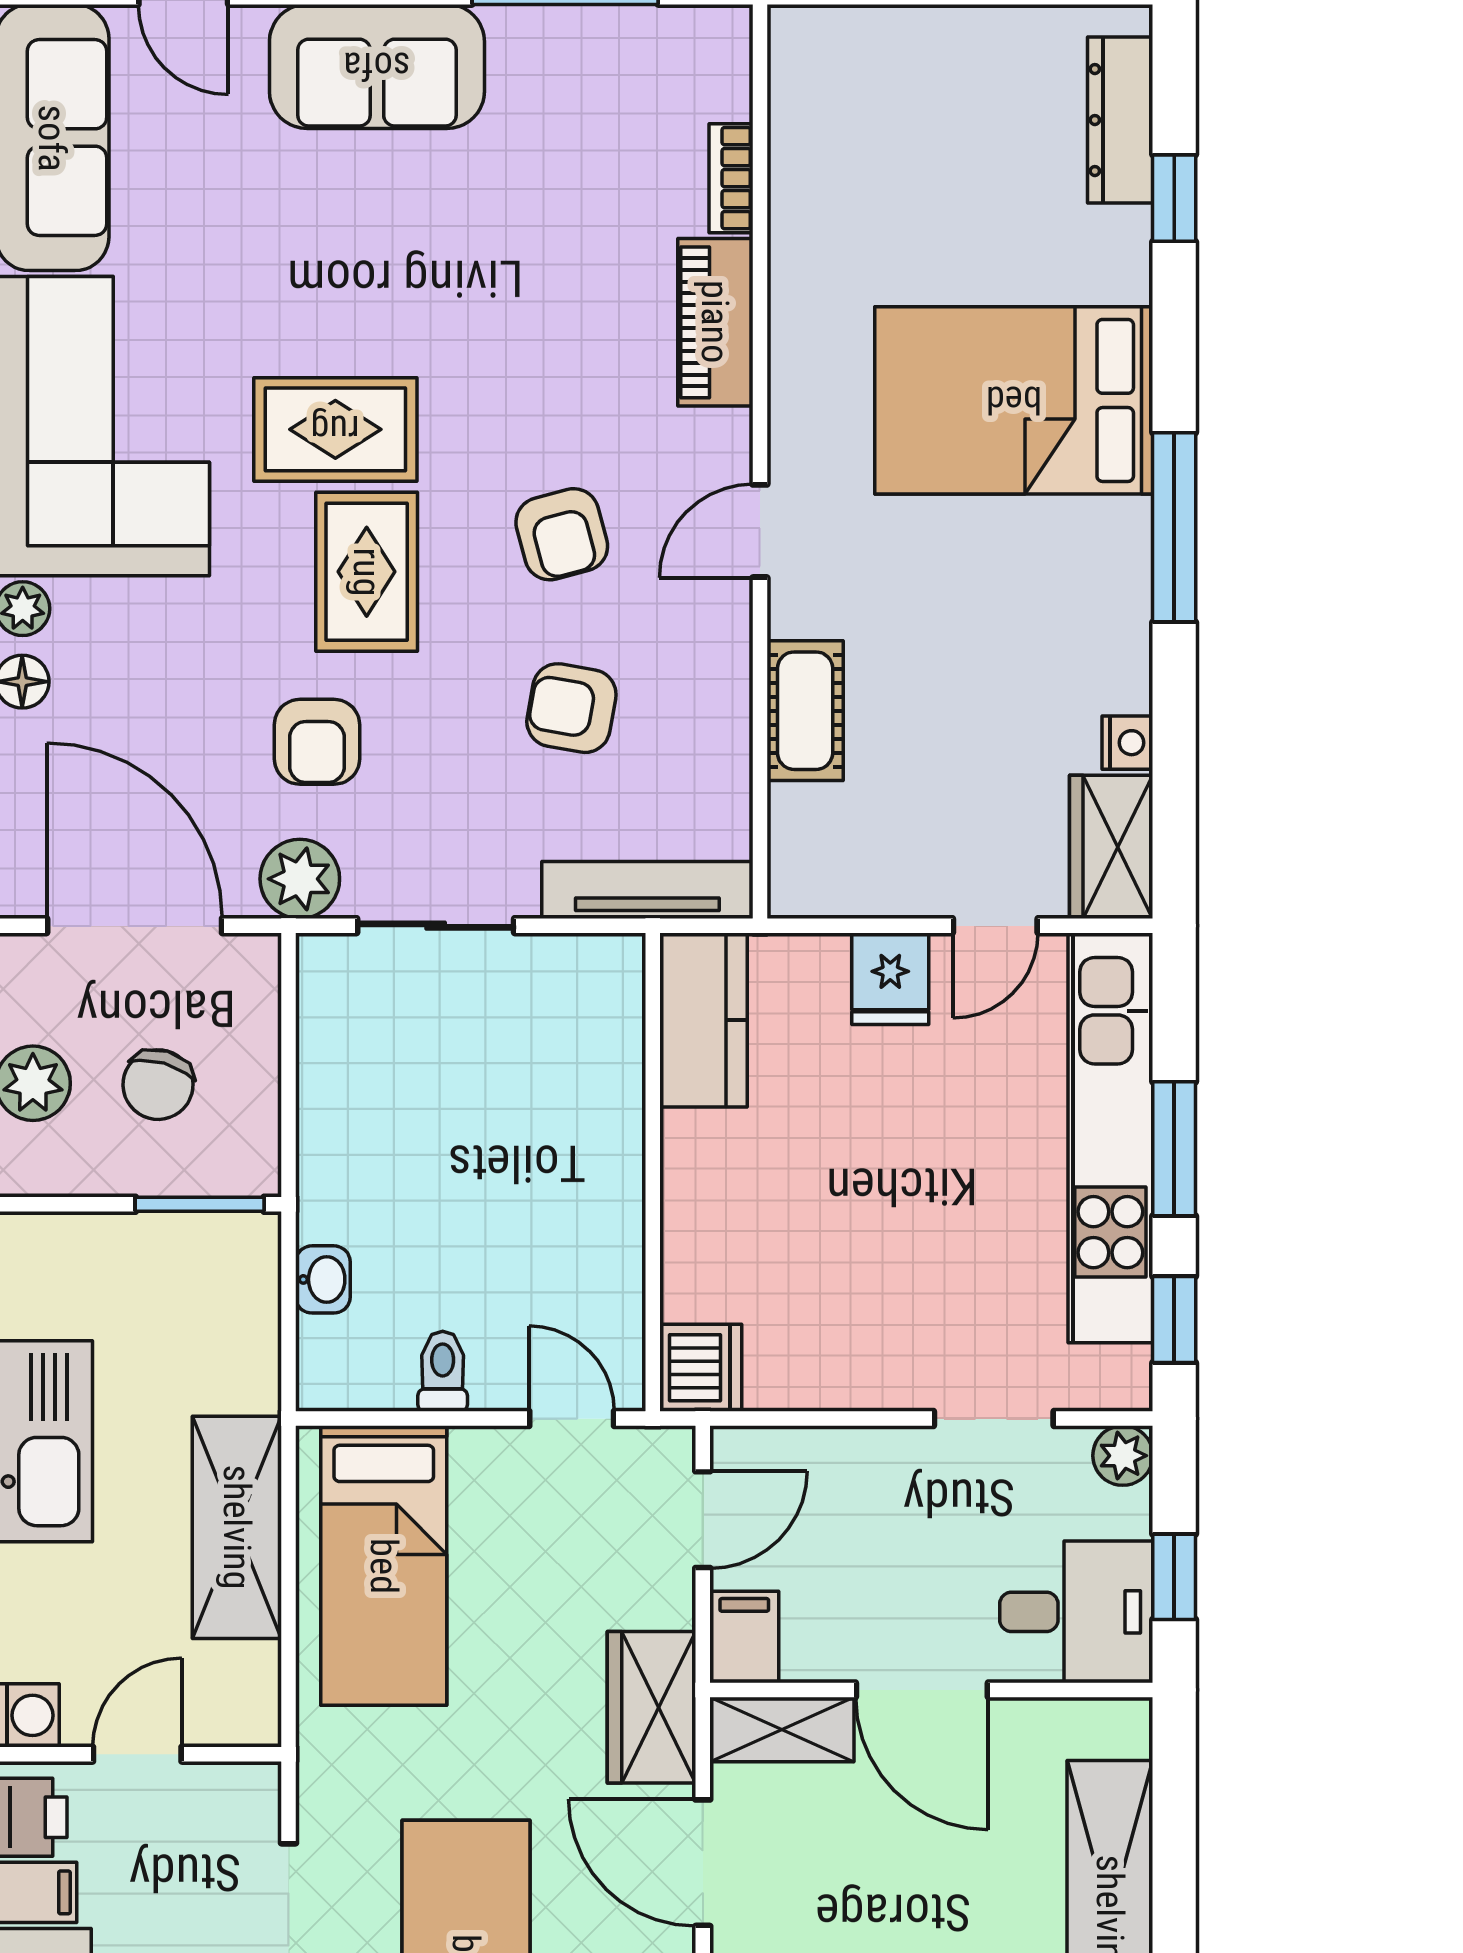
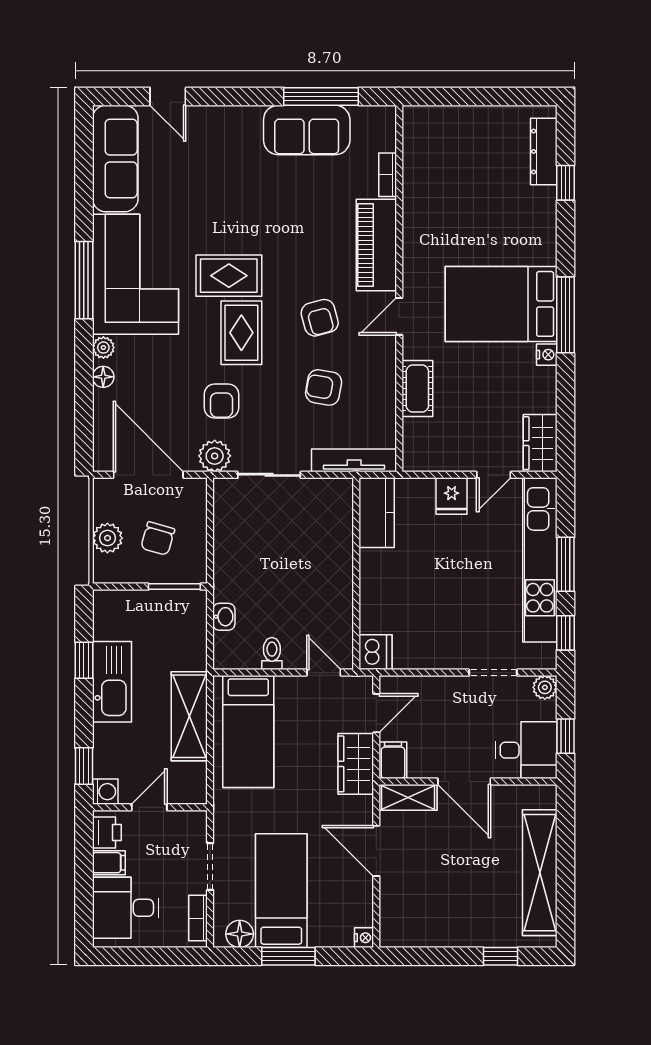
sofa: (377, 66) -> (307, 130), moved
piano: (715, 322) -> (376, 245), width x1.37, depth x1.33
bed: (1014, 400) -> (501, 304), moved
nightstand: (1127, 743) -> (547, 355), moved
wardrobe: (652, 1707) -> (356, 764), moved

